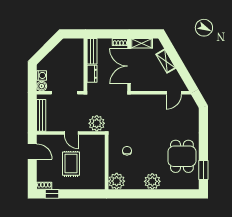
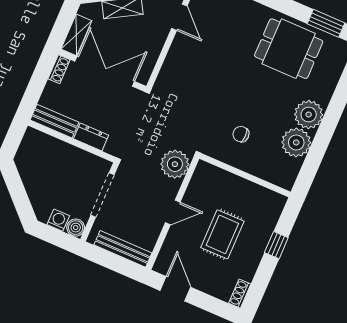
double door: (129, 66) -> (105, 71), swing flipped
door: (32, 151) -> (175, 289), hinge flipped
rug: (71, 164) -> (222, 234), turned 90
plant: (117, 181) -> (296, 142), moved
window: (52, 194) -> (276, 245), moved

